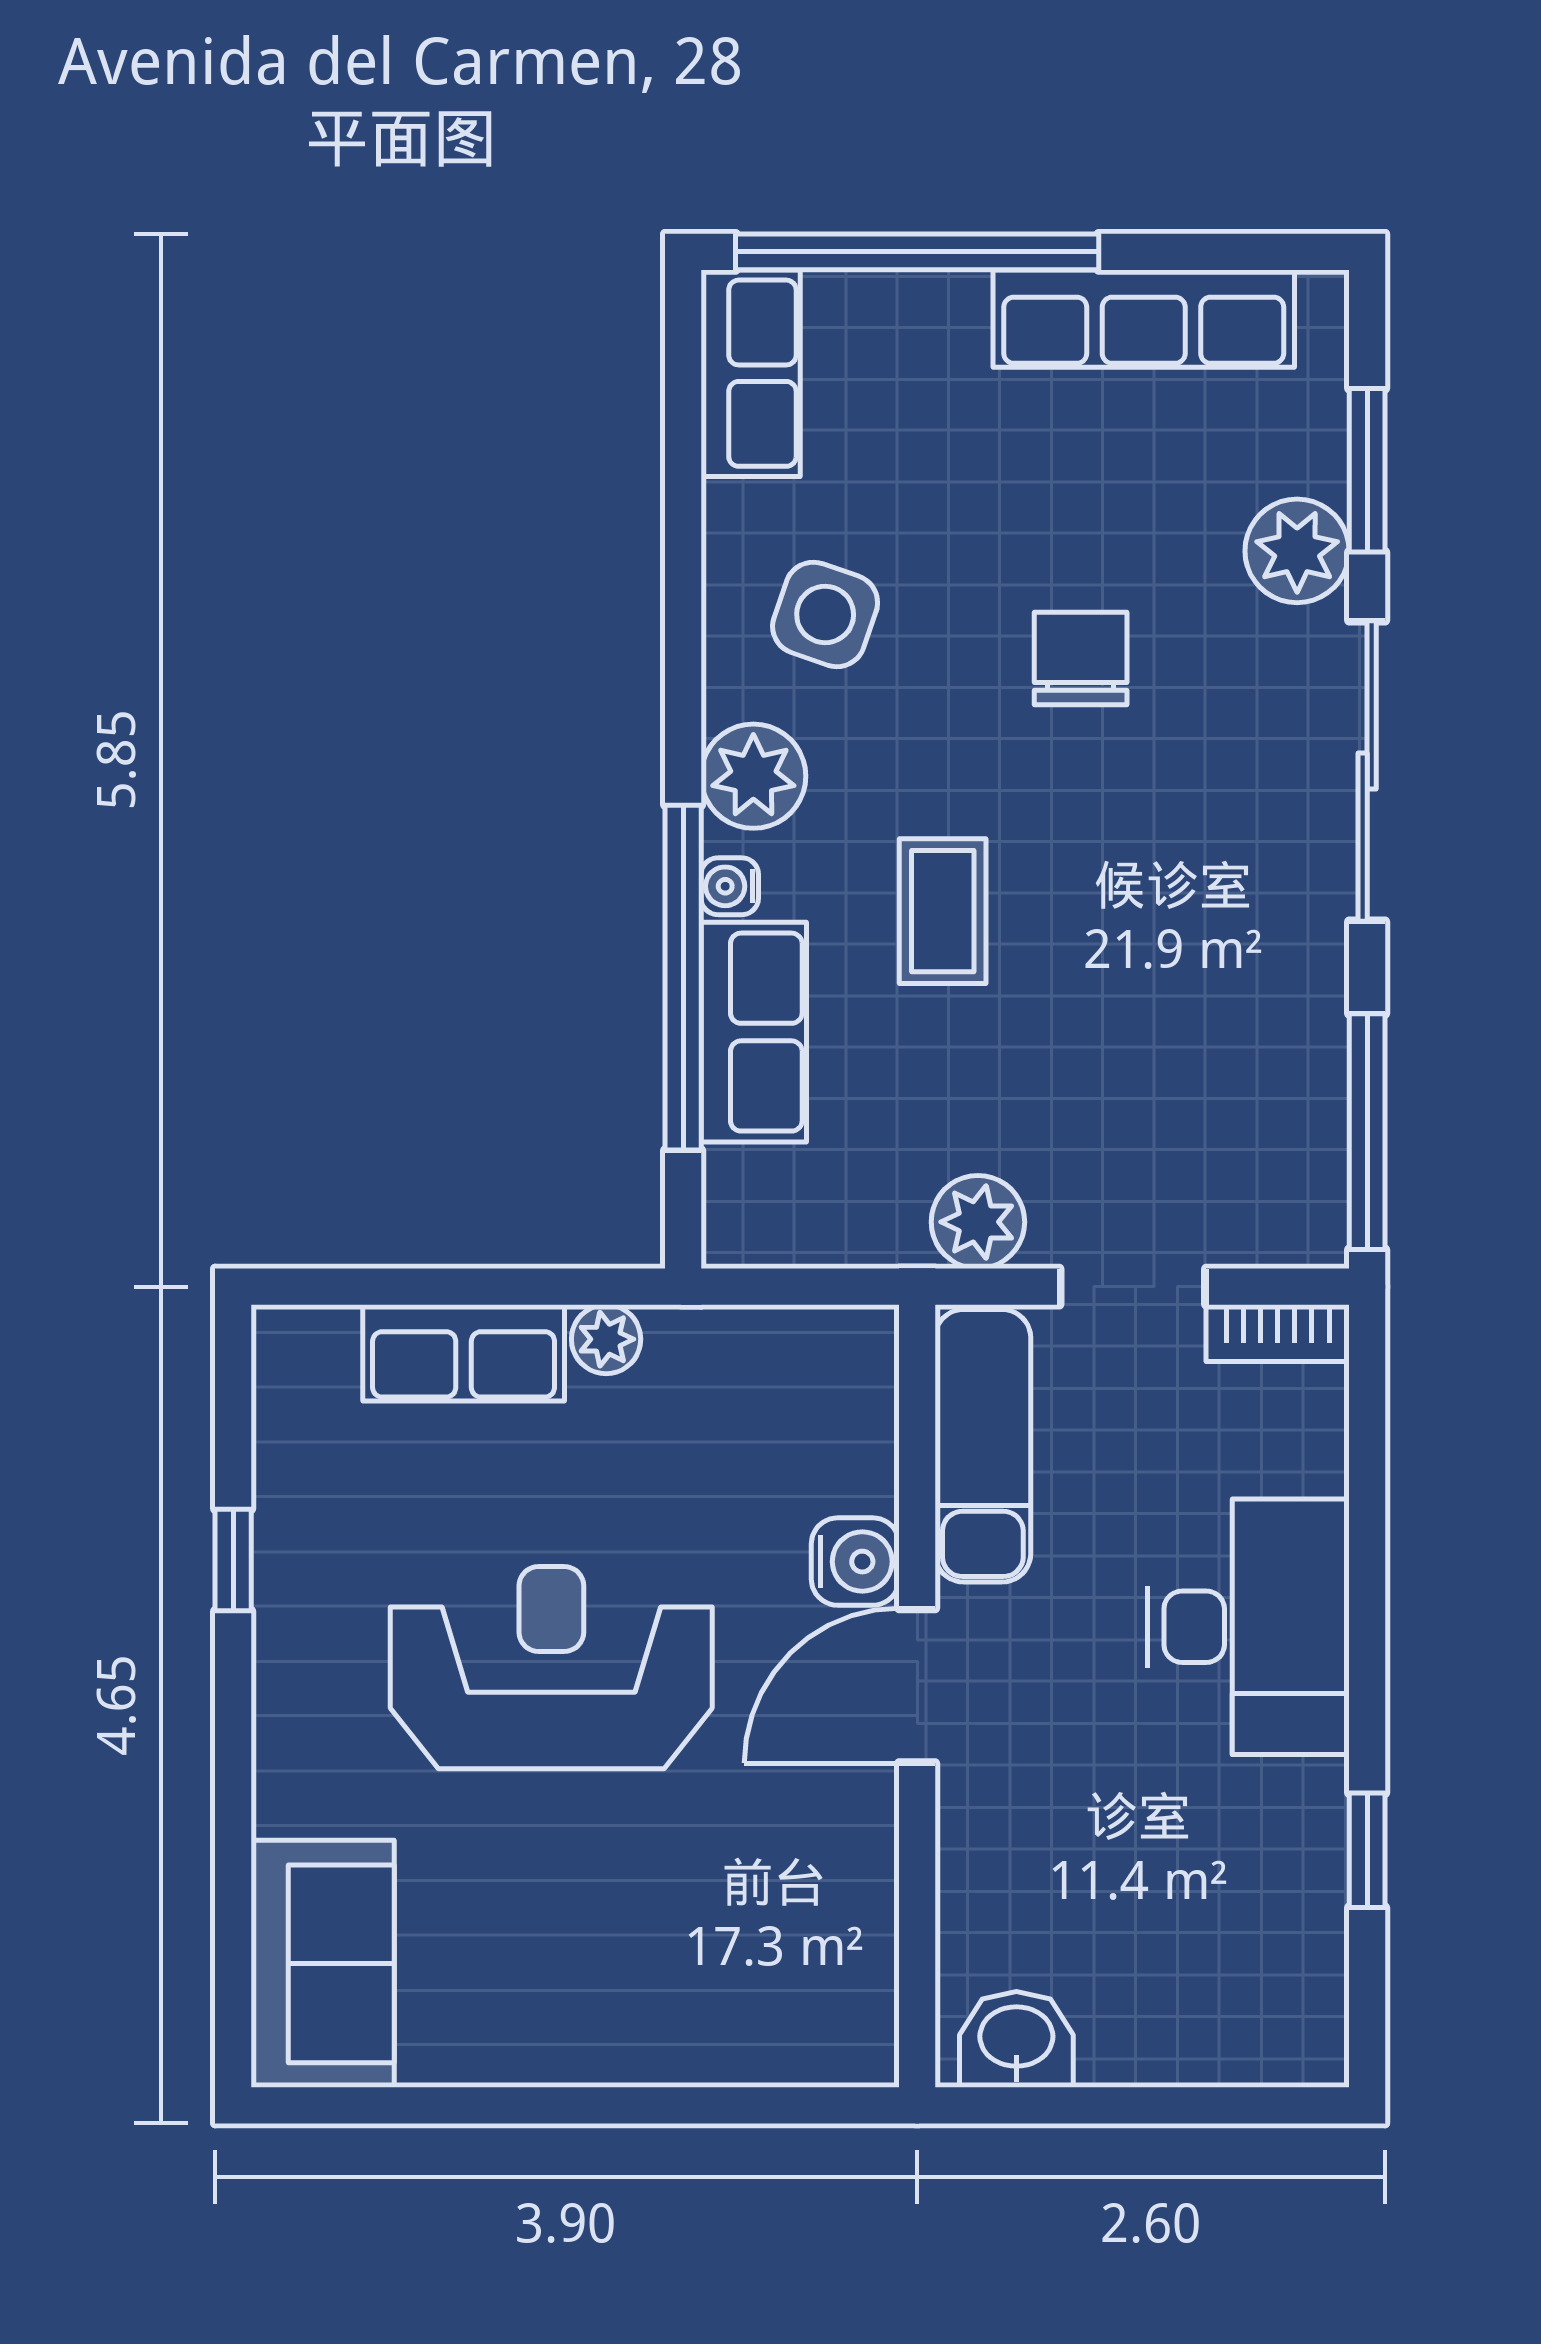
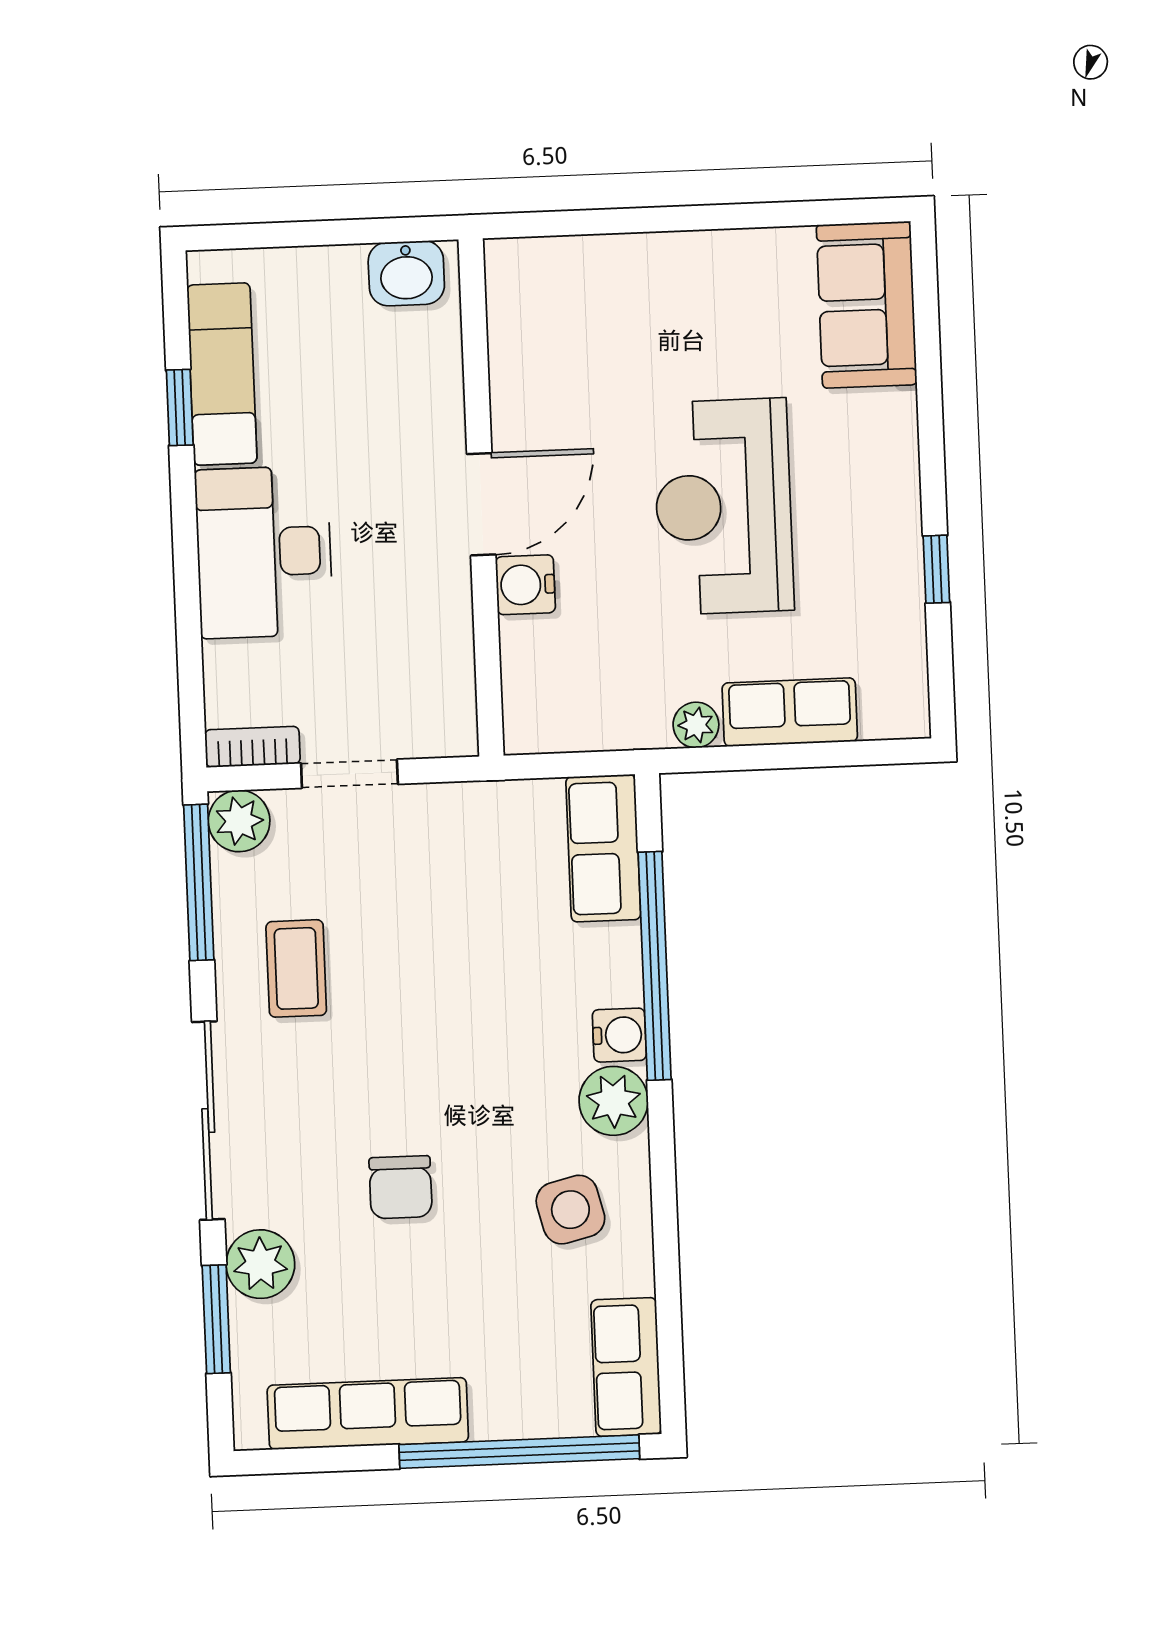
side table: (825, 614) -> (570, 1210), turned -33
water cooler: (730, 886) -> (619, 1035), width x1.38, depth x1.38
coffee table: (943, 911) -> (296, 968), moved
row of seats: (754, 1032) -> (603, 848), moved
plant: (978, 1222) -> (239, 821), moved
exam couch: (983, 1446) -> (222, 374), moved, turned 180
reception desk: (551, 1668) -> (723, 506), turned 90

